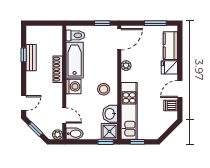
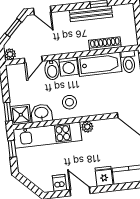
bench: (31, 58) -> (91, 14), width x1.36
plant: (126, 66) -> (87, 127), moved
shoe rack: (58, 69) -> (105, 44), moved
bidet: (75, 134) -> (52, 70), moved

